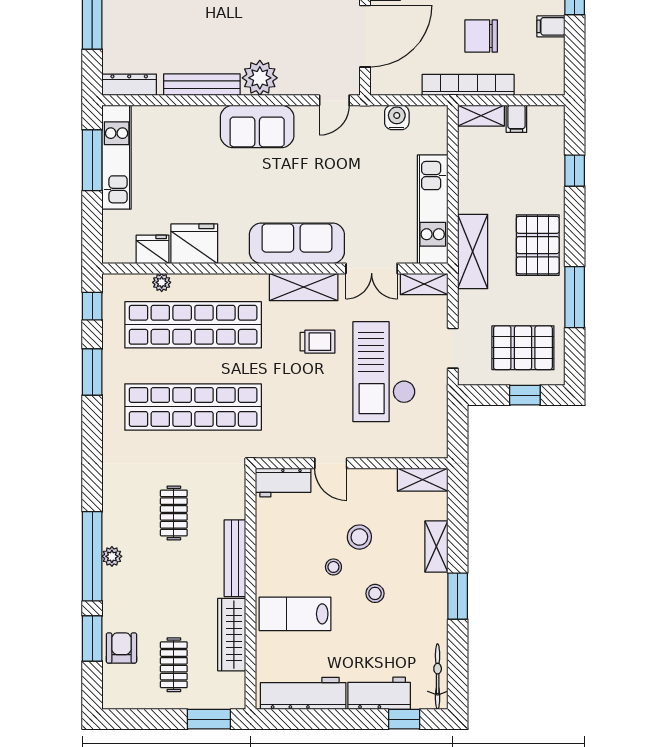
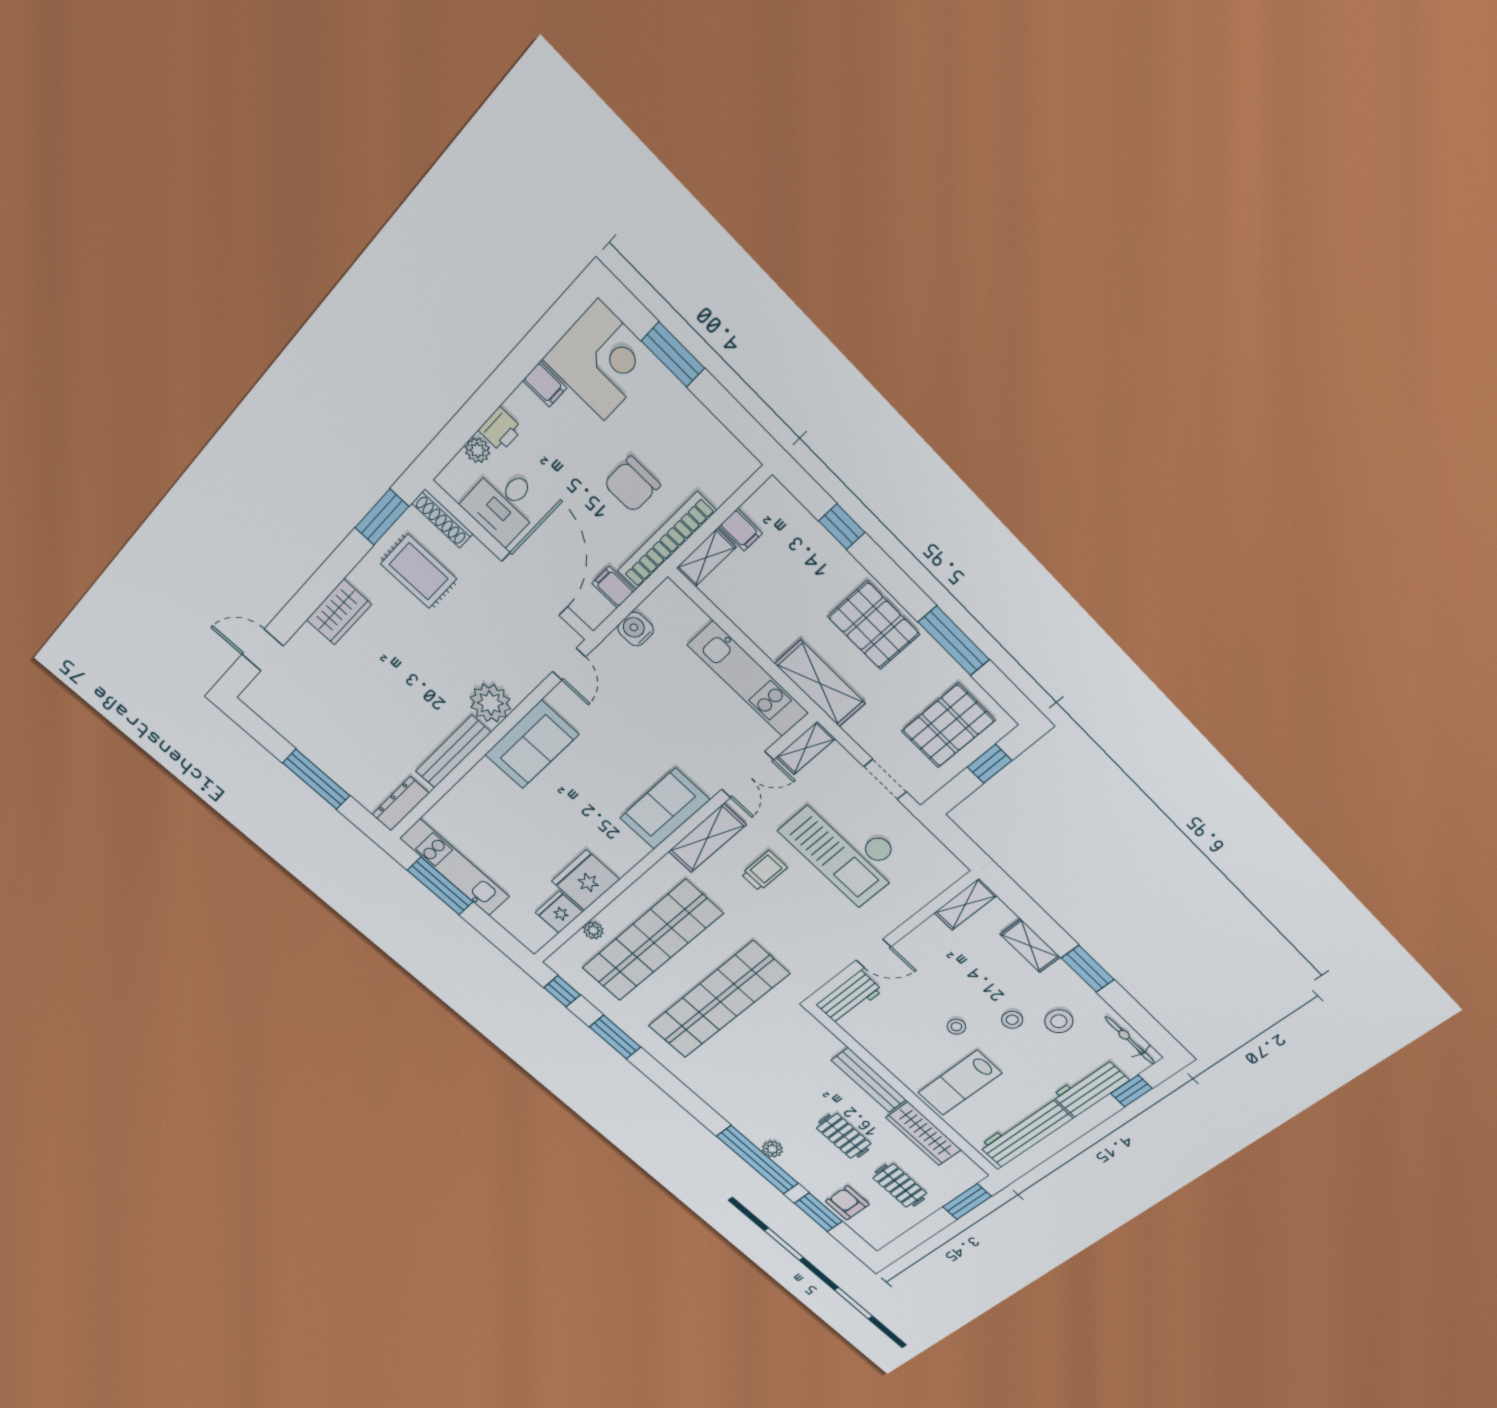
filing cabinet: (551, 26) -> (613, 587), moved, turned 90
sofa: (297, 243) -> (665, 809), width x0.73
clothes rail: (174, 513) -> (844, 1136), moved
stool: (359, 537) -> (1059, 1021), moved

